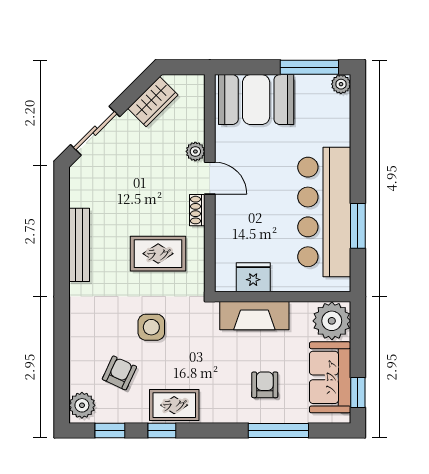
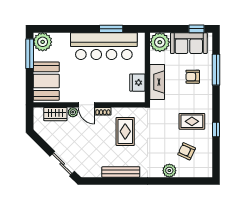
plant: (341, 84) -> (43, 42), width x1.87, depth x1.87
wardrobe: (153, 102) -> (55, 114), moved, turned 135
door: (210, 178) -> (86, 105), swing flipped
side table: (151, 327) -> (163, 135), removed
plant: (82, 405) -> (169, 171), moved
rug: (174, 405) -> (192, 121), moved, turned 90
window: (110, 430) -> (216, 156), removed

